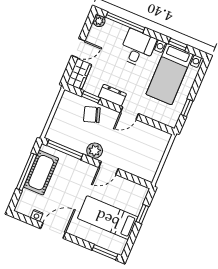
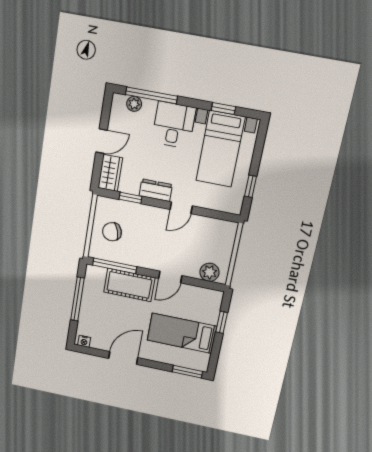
plant: (99, 21) -> (134, 104), moved
chair: (92, 115) -> (112, 232), moved
plant: (95, 151) -> (210, 272), moved
cot: (41, 173) -> (129, 285), moved, turned 90
nightstand: (37, 215) -> (84, 341), moved

